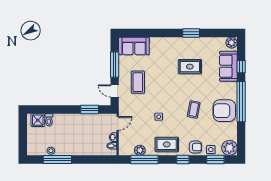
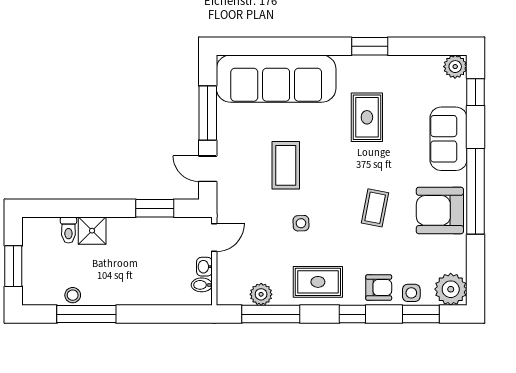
sofa: (134, 46) -> (276, 79), width x1.85, depth x1.27
sofa: (228, 66) -> (448, 139), moved
rug: (190, 67) -> (367, 117), turned 90
window: (241, 67) -> (476, 92), moved
coffee table: (138, 82) -> (286, 165), moved
shower: (38, 120) -> (92, 231), moved
window: (23, 137) -> (13, 266), added

